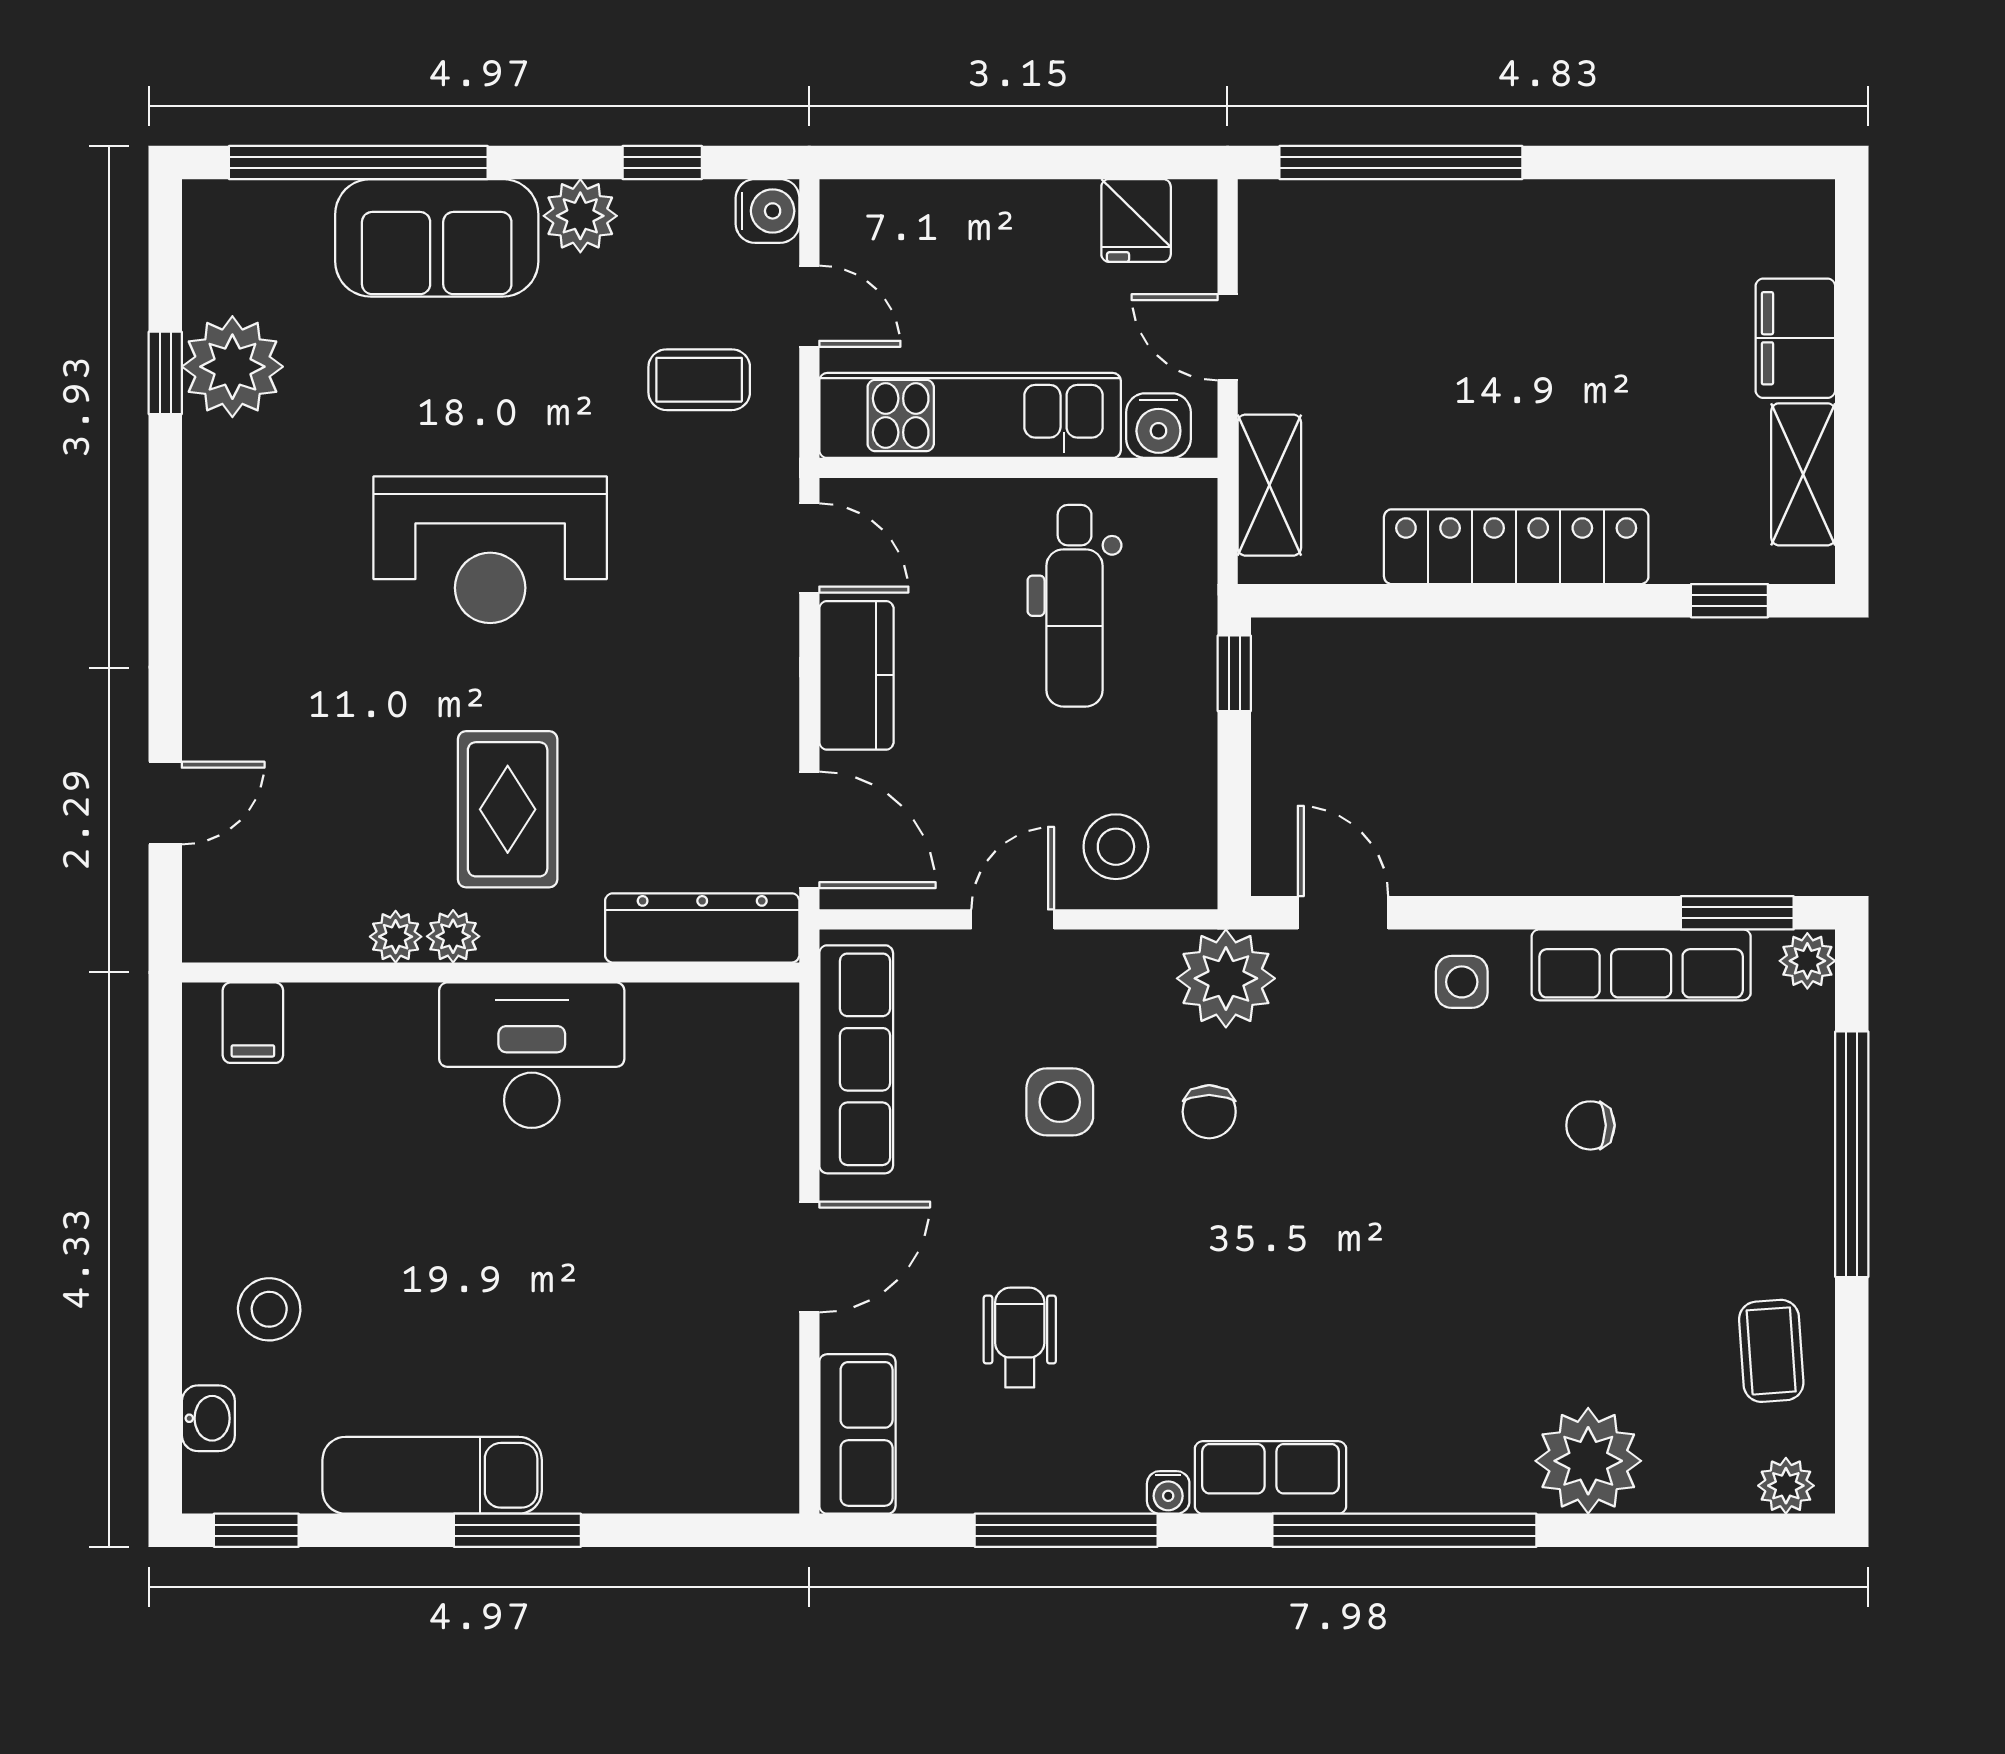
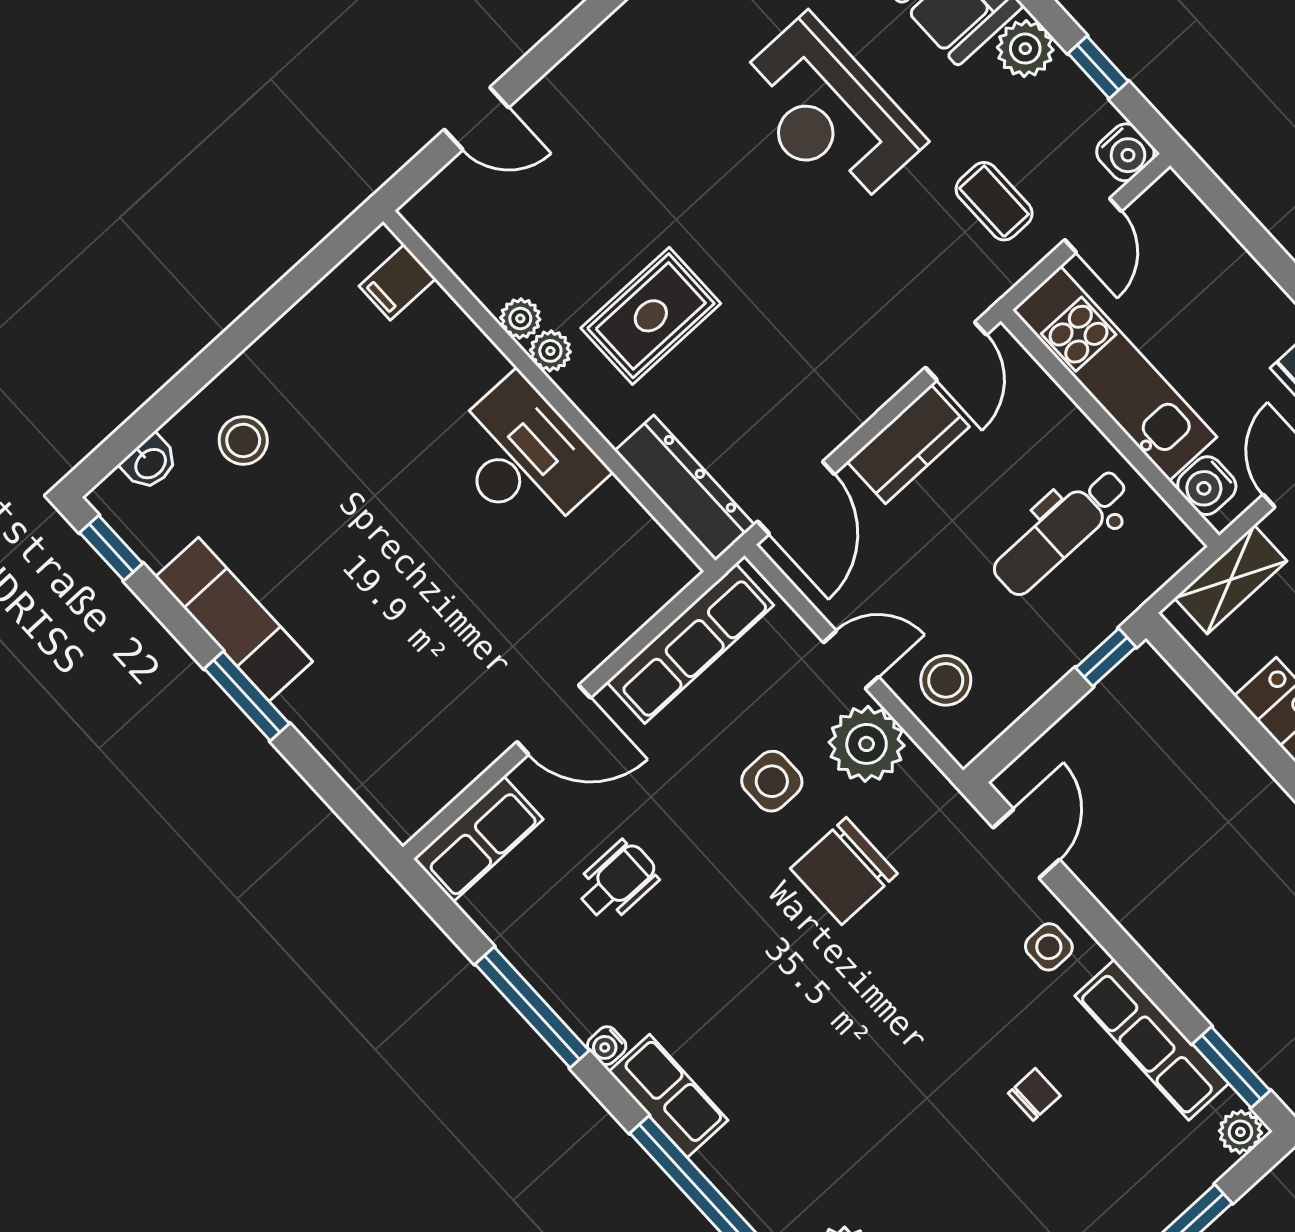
reception desk: (490, 550) -> (827, 113), moved
plant: (1226, 978) -> (867, 744), moved
chair: (1209, 1112) -> (844, 871), width x1.87, depth x1.87
chair: (1590, 1125) -> (1034, 1094), turned 90

